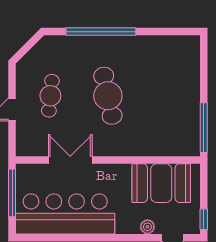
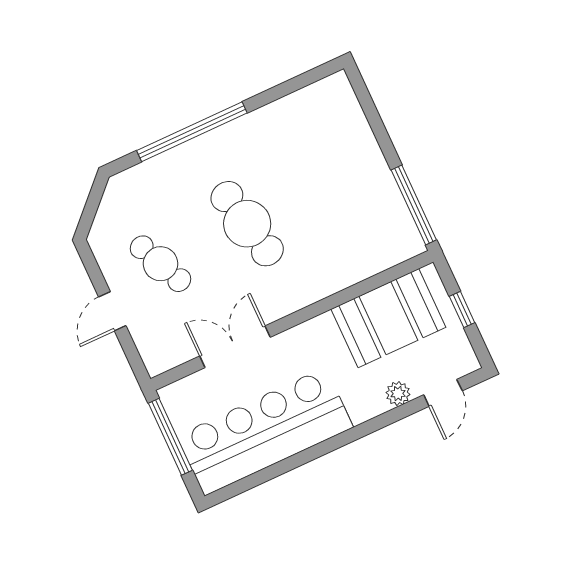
cafe table: (50, 96) -> (161, 264), turned -30
window: (204, 219) -> (462, 309), moved

